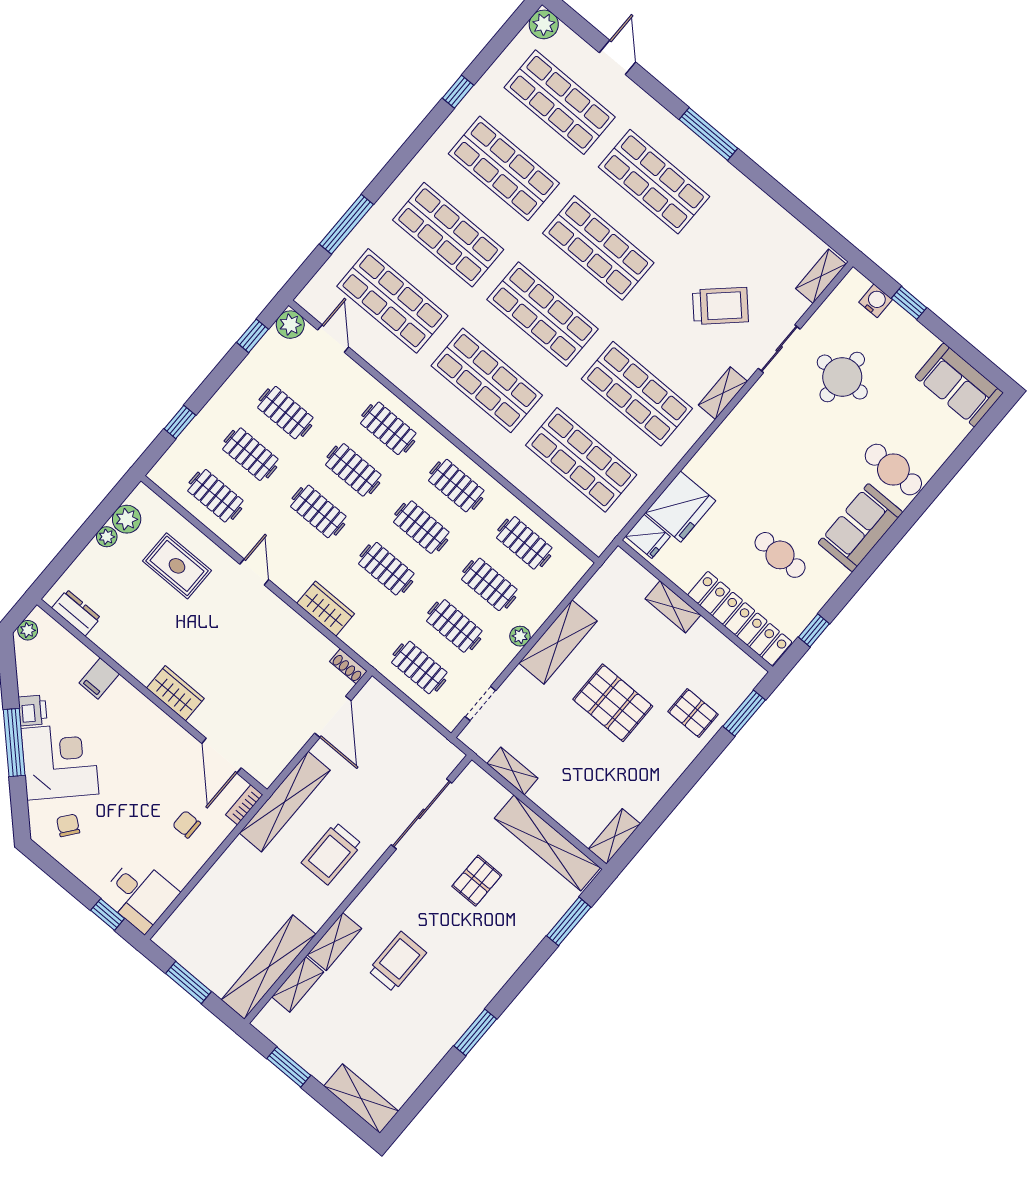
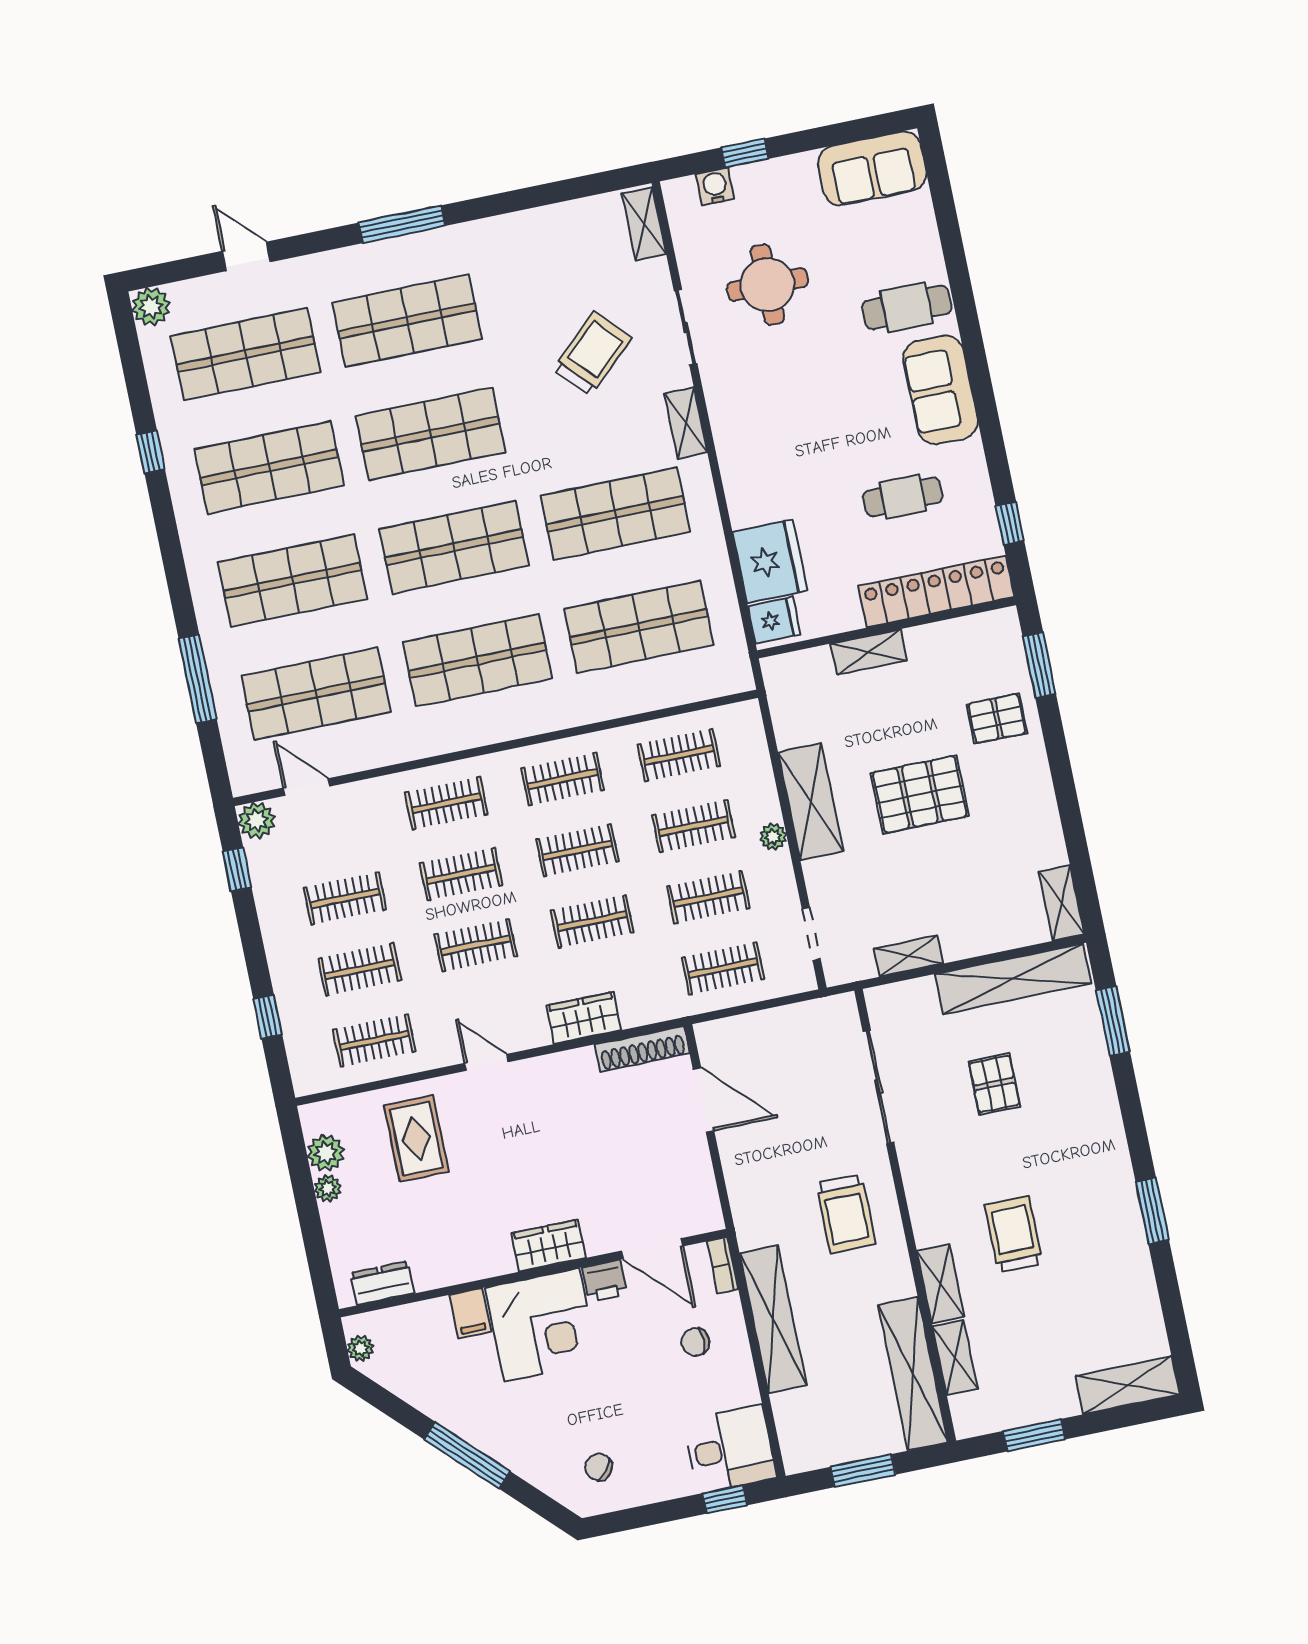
rug: (177, 566) -> (416, 1139), turned 90
shoe rack: (348, 666) -> (642, 1049), width x1.94, depth x1.24
printer: (33, 710) -> (605, 1281), moved, turned 135
corner desk: (60, 761) -> (542, 1325), moved, turned 135
shelving: (285, 802) -> (773, 1319), moved

